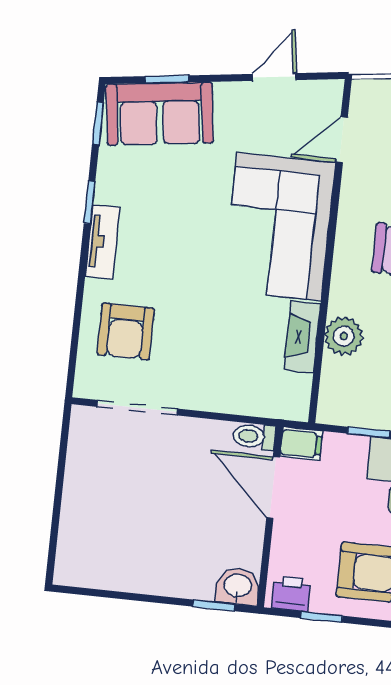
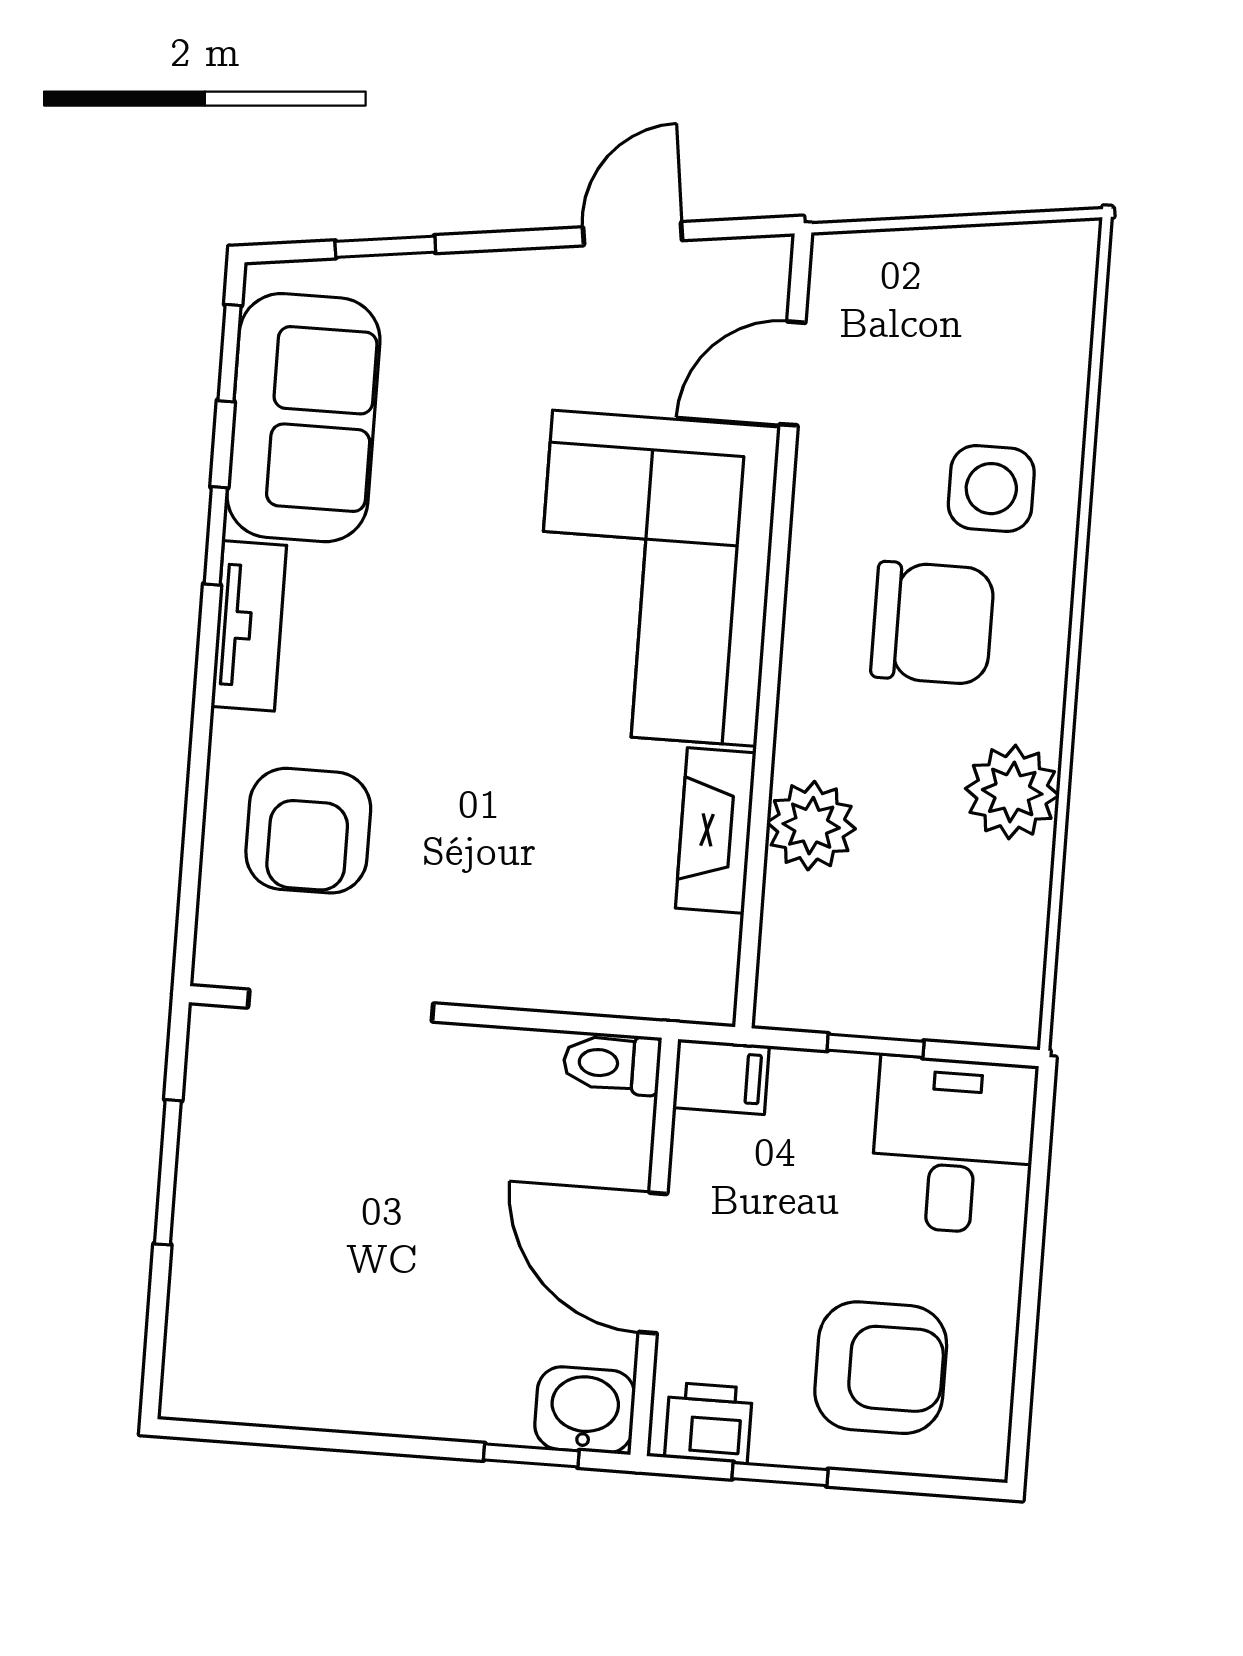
sofa: (160, 114) -> (304, 418), moved, turned -83
window: (60, 478) -> (168, 1172), added
door: (273, 488) -> (653, 1263), moved

